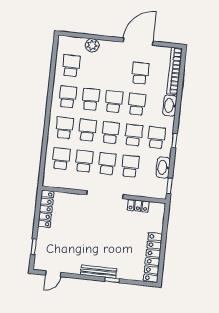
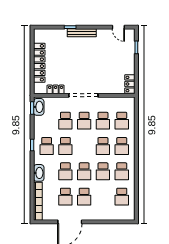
plant: (92, 45) -> (106, 215), removed
school desk: (110, 133) -> (84, 197), moved
washbasin: (163, 167) -> (39, 107), moved
locker: (46, 209) -> (130, 84), width x0.66
locker: (153, 257) -> (39, 63), moved
door: (53, 274) -> (118, 27), swing flipped

